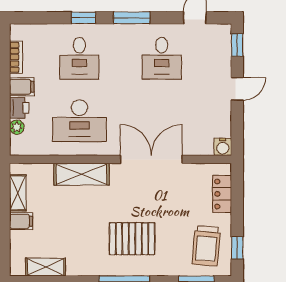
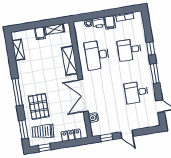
window: (237, 45) -> (106, 137), moved
water cooler: (223, 147) -> (93, 118), moved
double door: (151, 159) -> (83, 96), swing flipped
pallet: (132, 239) -> (39, 106), moved

